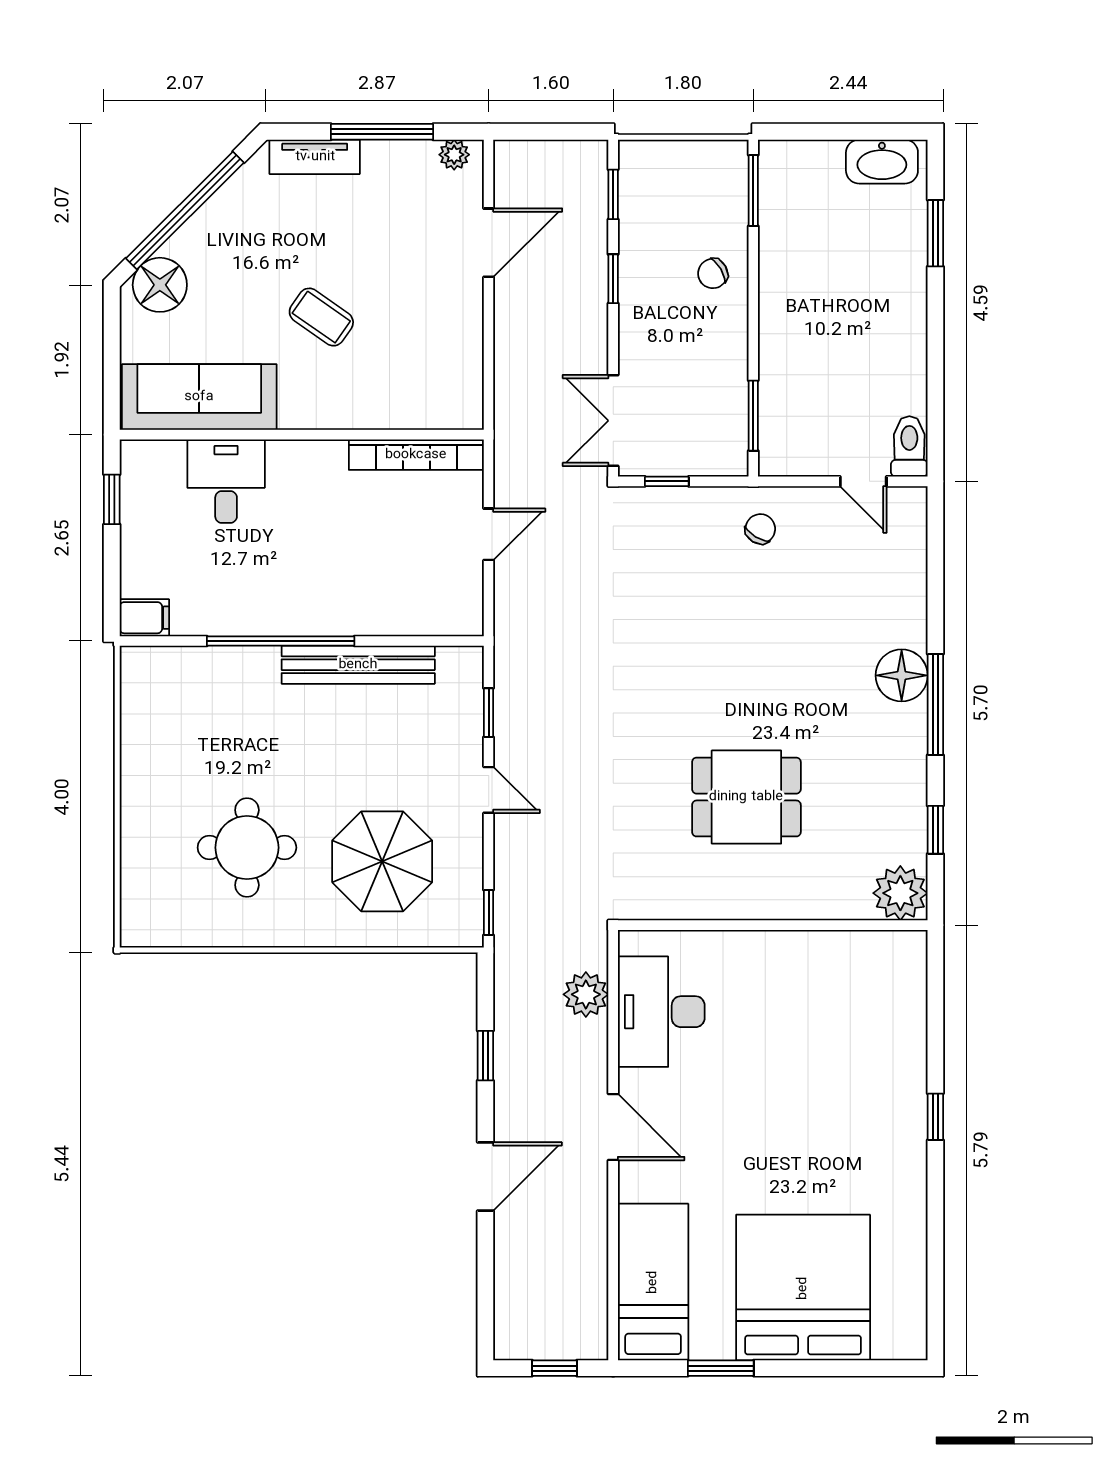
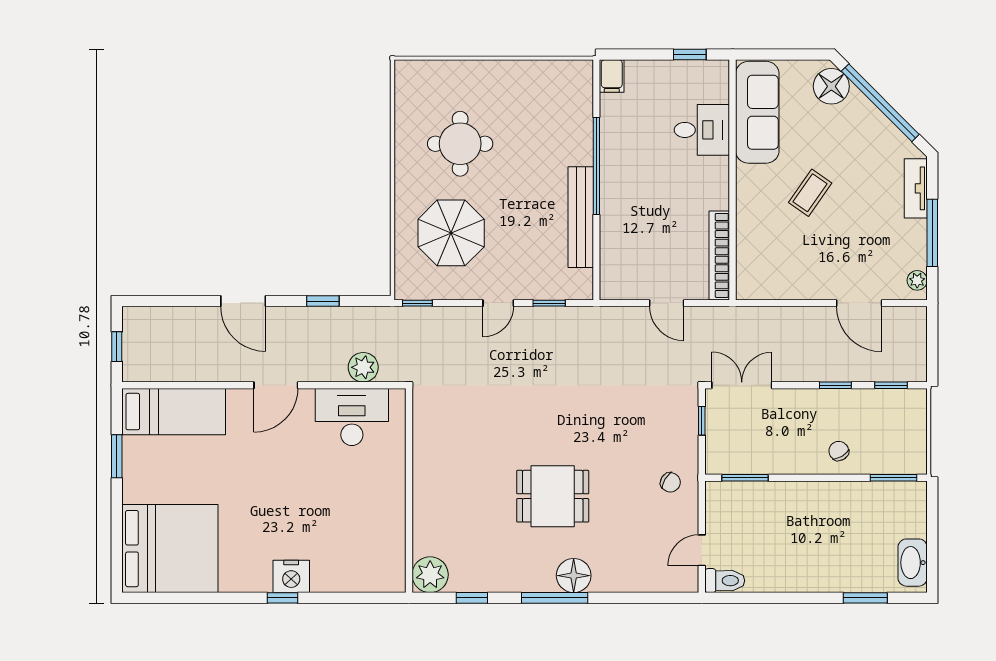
dining table: (746, 797) -> (553, 496), moved, turned 90
nightstand: (903, 1104) -> (291, 576), added
bed: (803, 1288) -> (170, 549), moved

